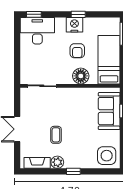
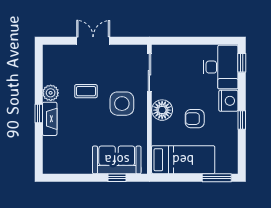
nightstand: (74, 25) -> (228, 101), moved
floor lamp: (81, 76) -> (162, 110), moved
side table: (107, 156) -> (122, 104), moved
fireplace: (37, 163) -> (50, 119), moved

